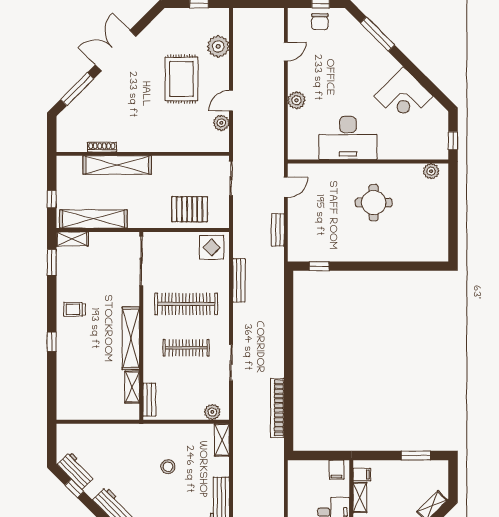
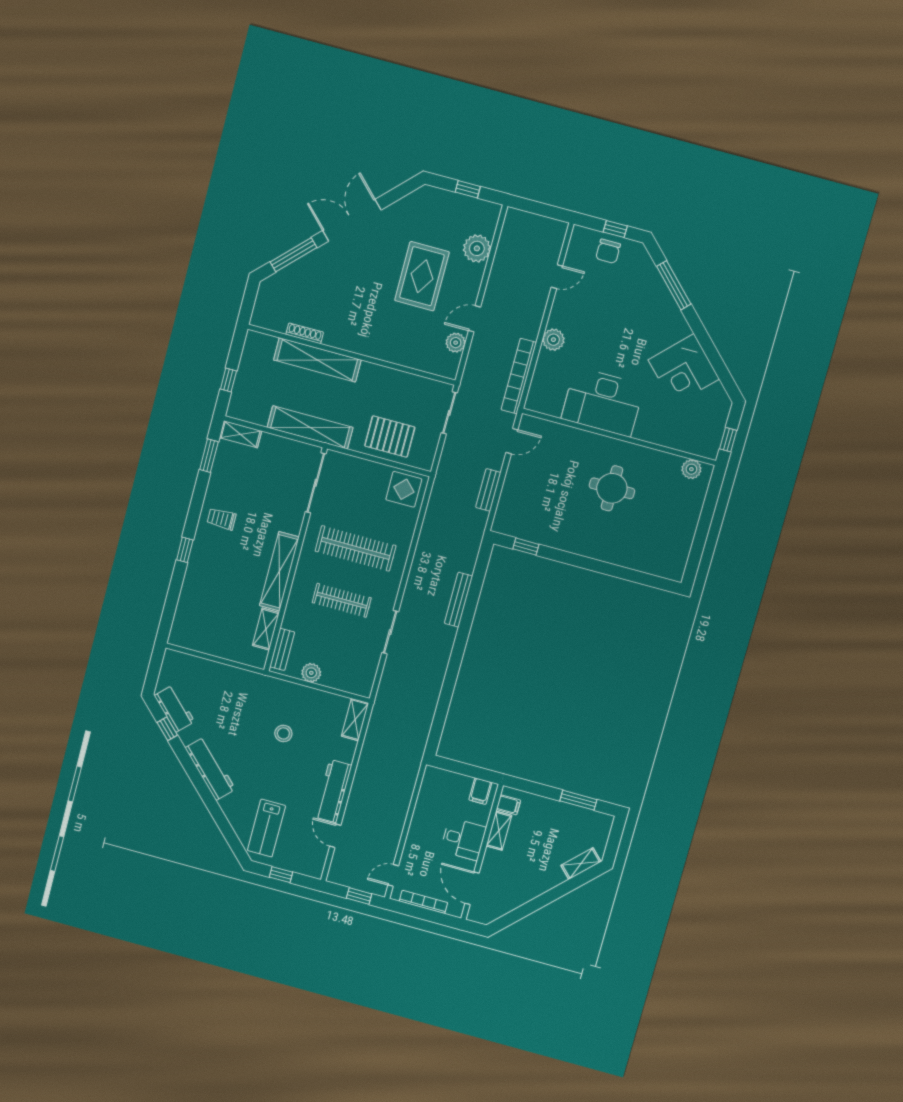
shelving: (93, 219) -> (310, 427), moved
bench: (239, 280) -> (459, 600), moved
bookcase: (277, 408) -> (519, 376), moved
plant: (212, 412) -> (311, 673), moved

